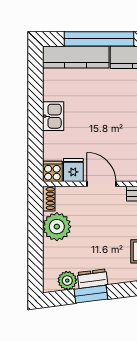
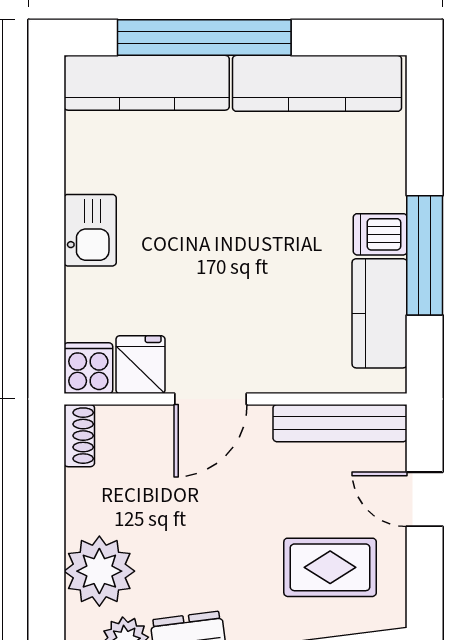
door: (101, 184) -> (211, 399), swing flipped
plant: (57, 227) -> (99, 571), moved

